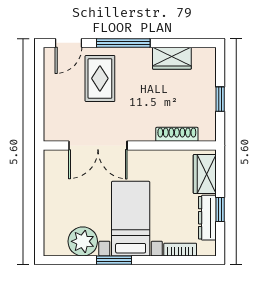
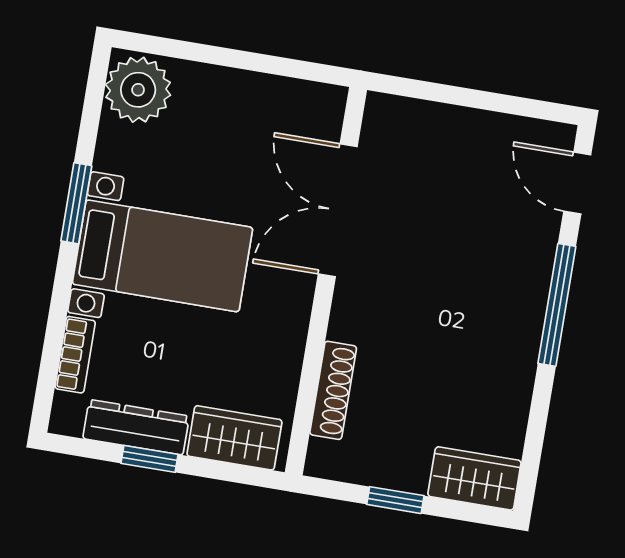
wardrobe: (172, 58) -> (474, 478), moved, turned 90
rug: (100, 78) -> (486, 240), removed
plant: (83, 241) -> (138, 90), moved

